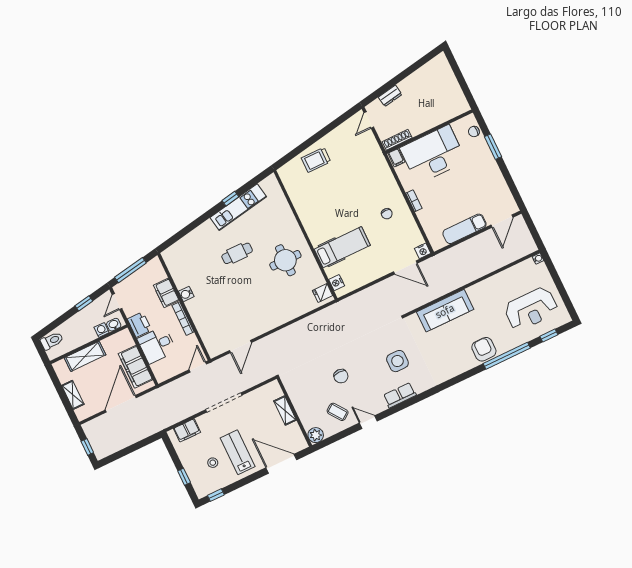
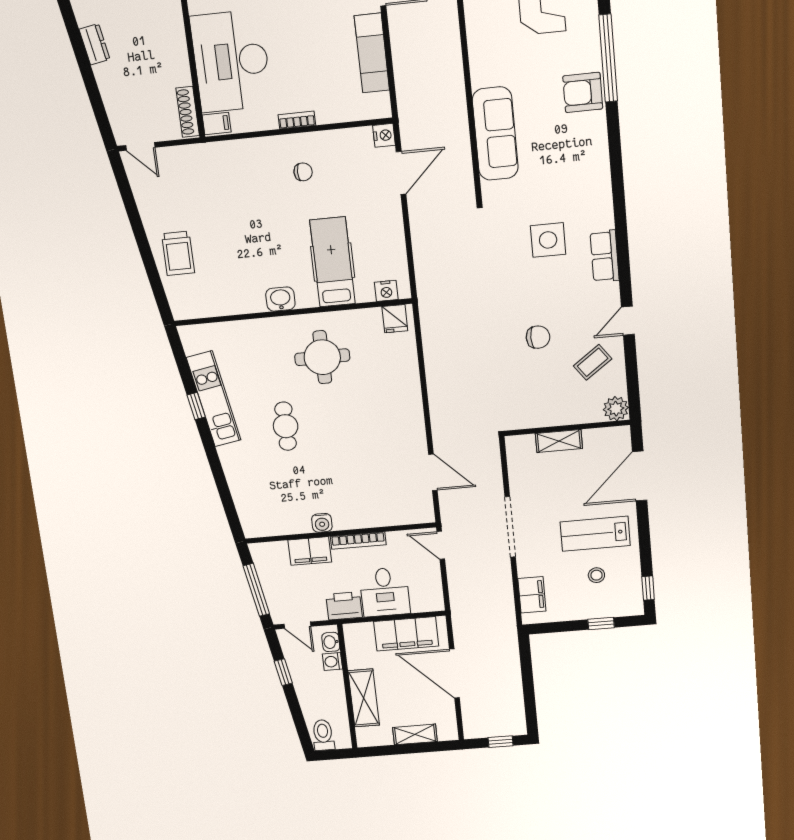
dresser: (390, 96) -> (94, 44), moved
washbasin: (311, 225) -> (280, 299), added

